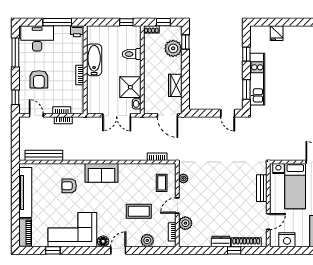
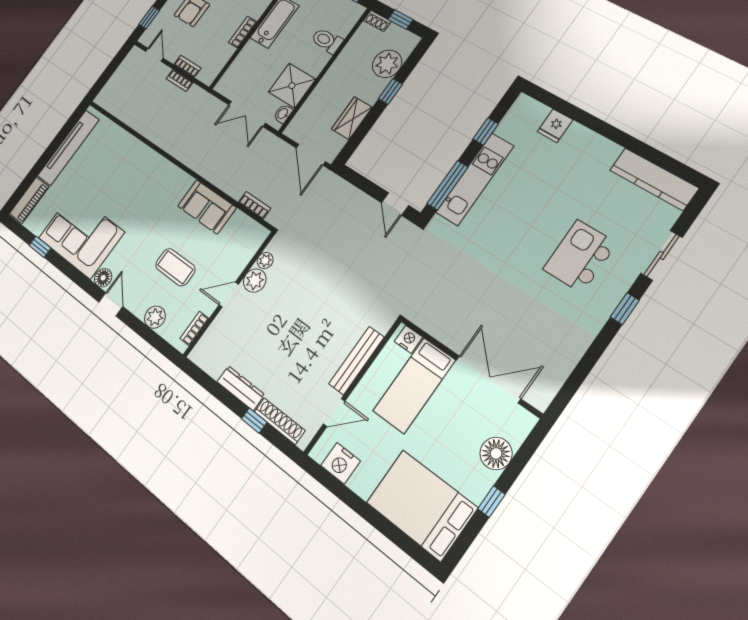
window: (185, 42) -> (390, 91), moved
window: (246, 90) -> (447, 185), width x1.44
bench: (44, 155) -> (124, 113), removed
sofa: (102, 173) -> (207, 207), moved
coffee table: (162, 183) -> (233, 247), removed
armchair: (69, 186) -> (122, 173), removed
bench: (262, 188) -> (357, 360), width x1.36
plant: (185, 223) -> (255, 281), moved
dresser: (221, 242) -> (241, 388), width x1.44
door: (118, 250) -> (111, 304), hinge flipped

